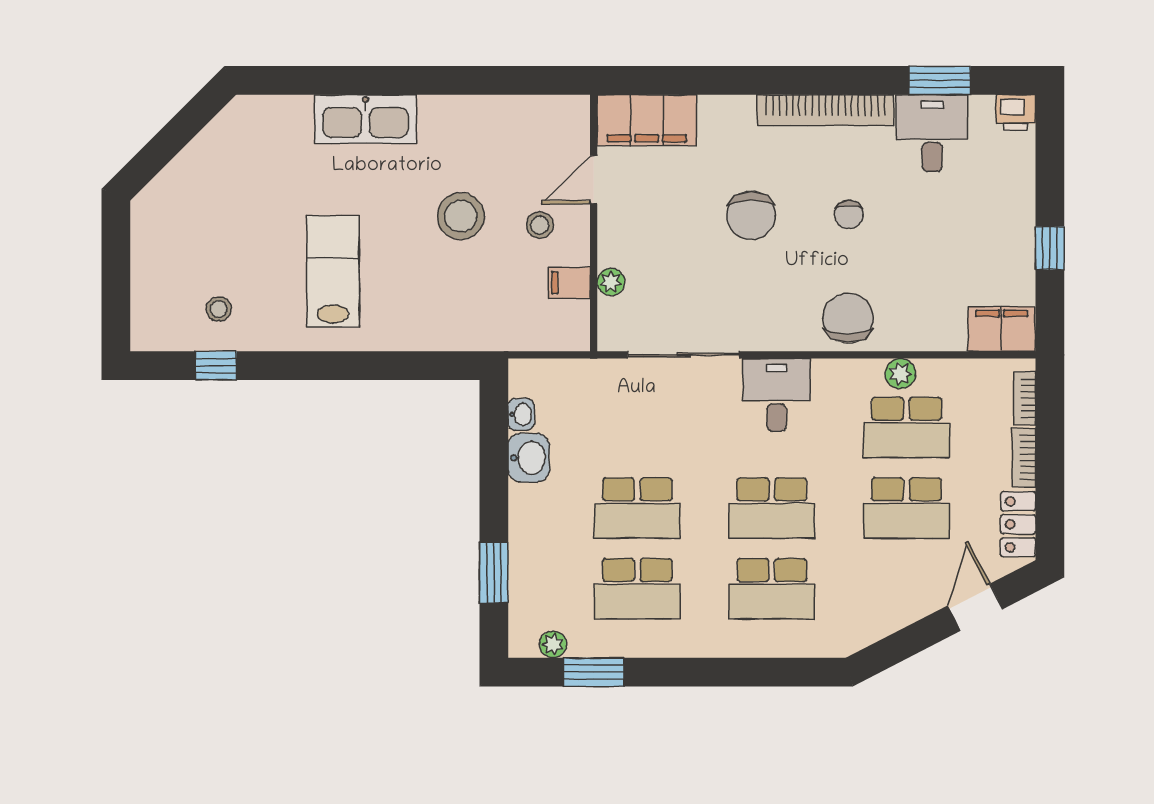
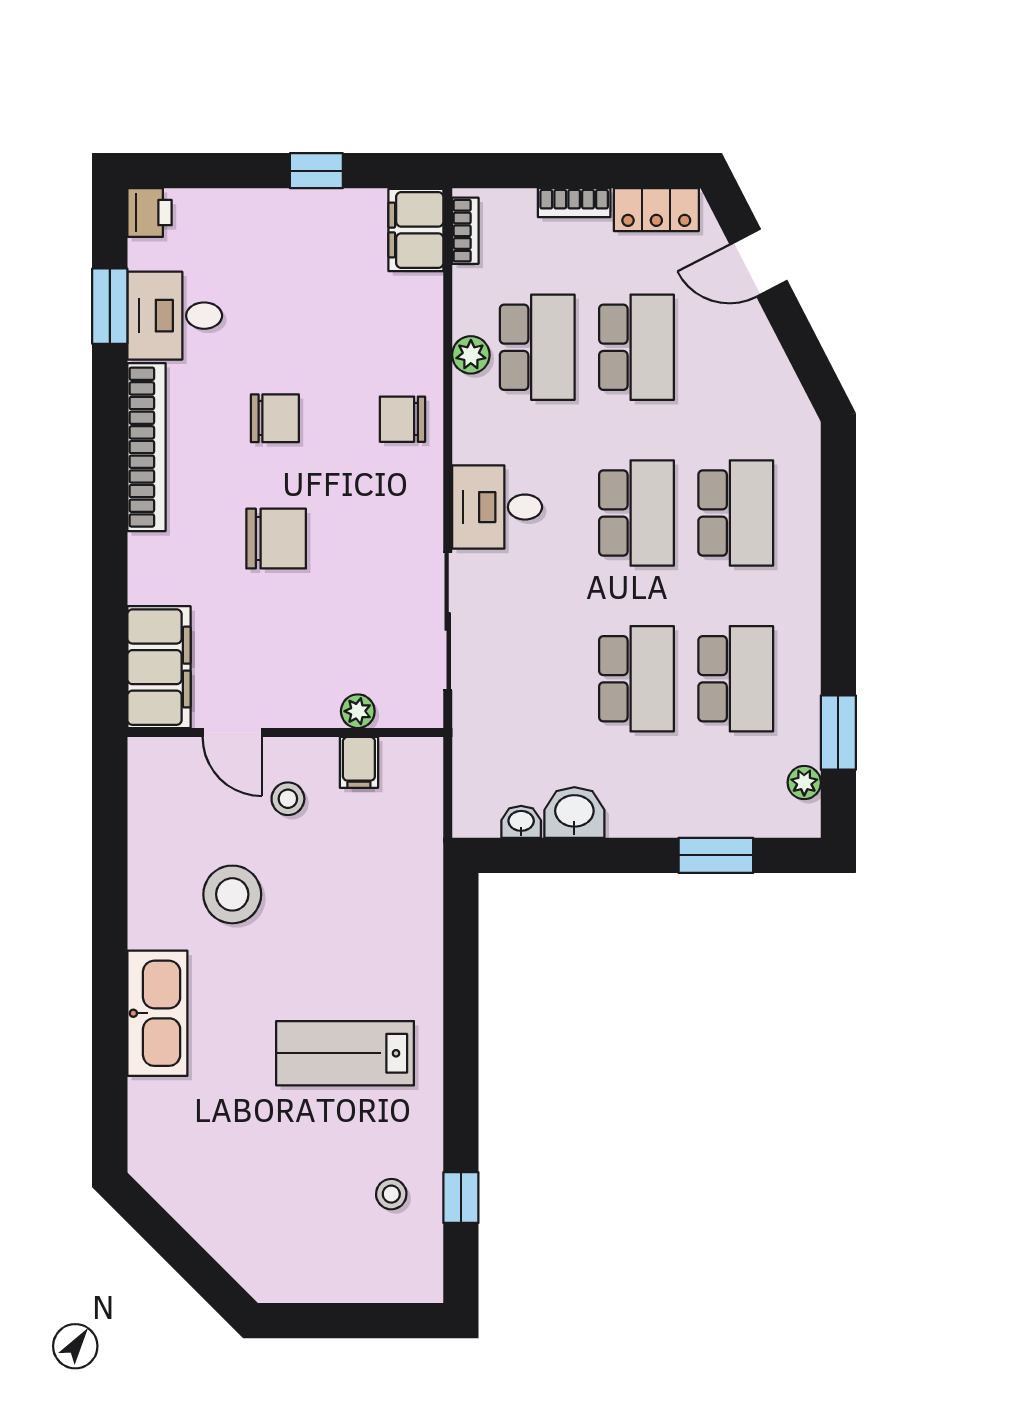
chair: (849, 214) -> (275, 418), width x1.37, depth x1.37
stool: (461, 216) -> (232, 894), moved
chair: (848, 318) -> (402, 419), width x0.73, depth x0.73
bookcase: (1025, 398) -> (465, 231), moved, turned -90

